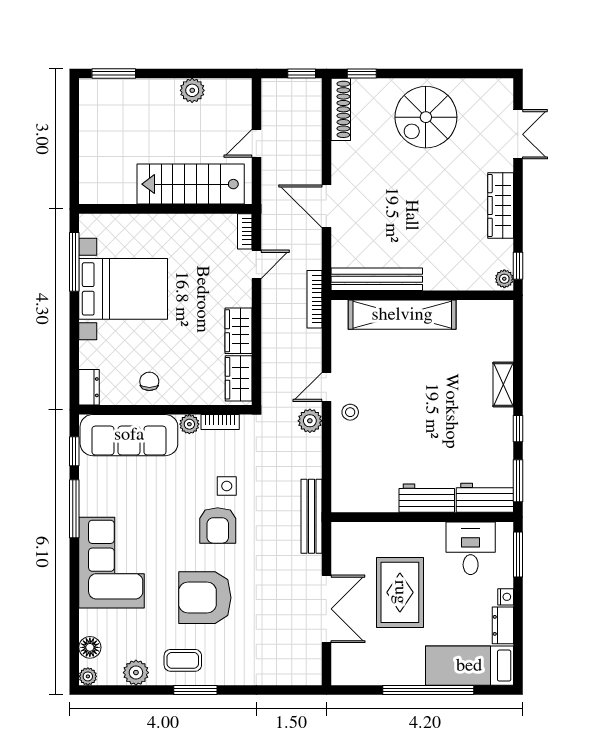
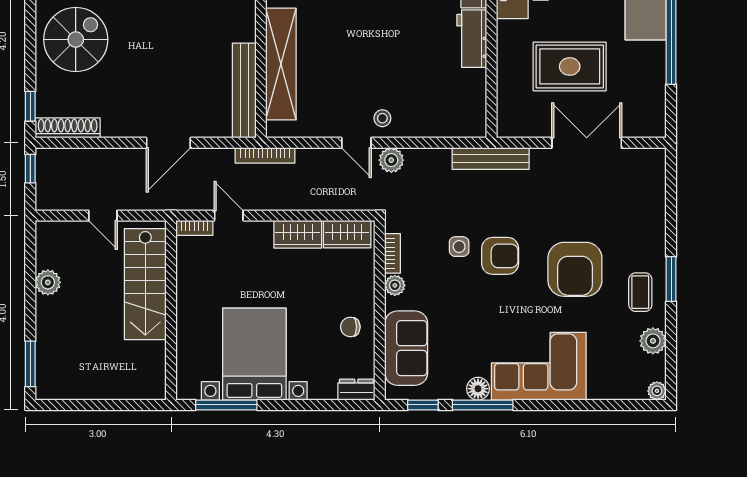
spiral stairs: (426, 117) -> (76, 40), turned -90
sofa: (129, 435) -> (406, 348), width x0.73
floor lamp: (90, 647) -> (478, 389), moved

